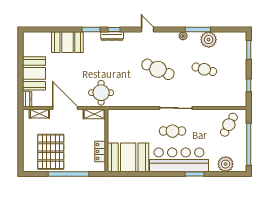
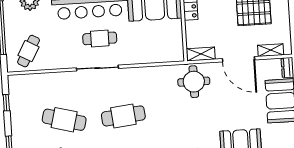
cafe table: (158, 69) -> (123, 116), turned -30
cafe table: (204, 69) -> (64, 120), width x1.37, depth x1.35

